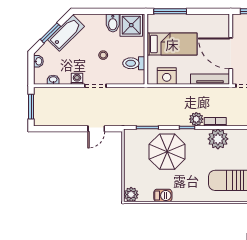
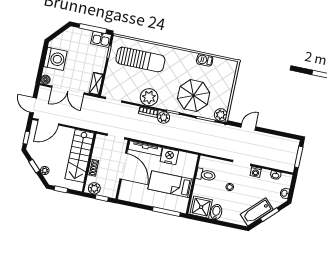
nightstand: (167, 76) -> (169, 156), moved
plant: (131, 195) -> (221, 115), moved

